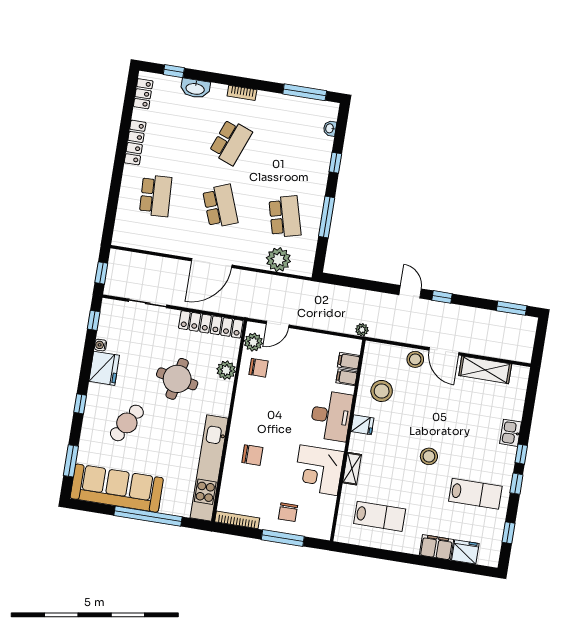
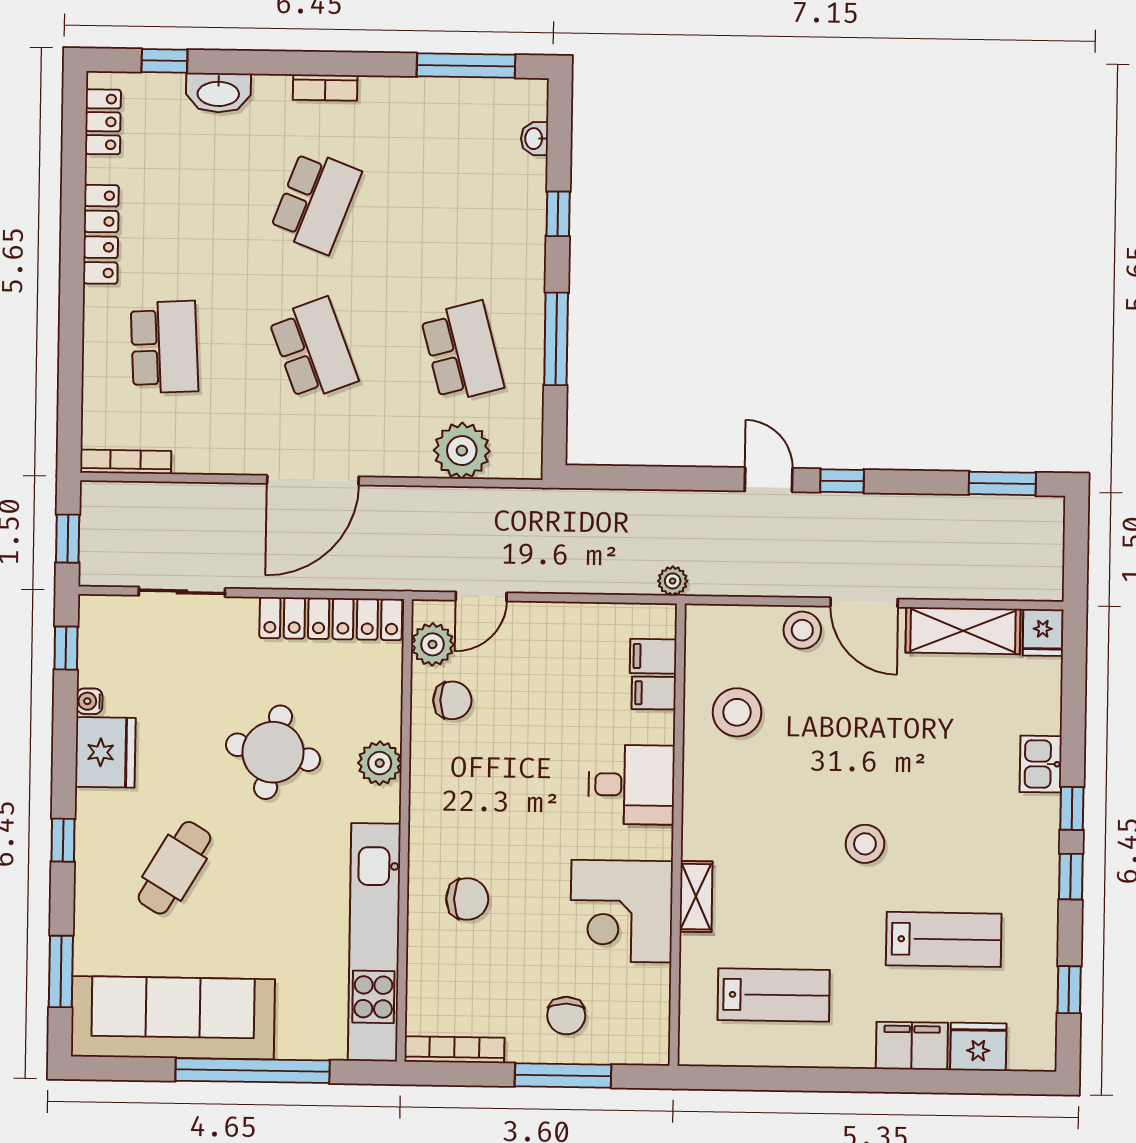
bookcase: (131, 243) -> (126, 462), added
plant: (226, 370) -> (380, 763), moved
desk: (331, 416) -> (631, 785), width x0.73
fridge: (362, 425) -> (1043, 632), moved, turned 90
lab bench: (475, 494) -> (944, 939), moved

